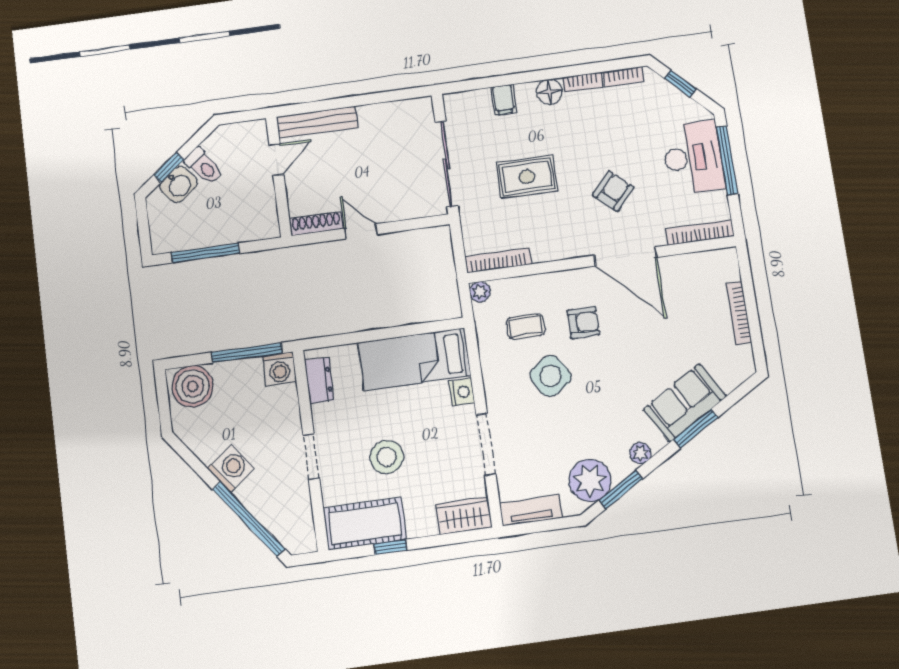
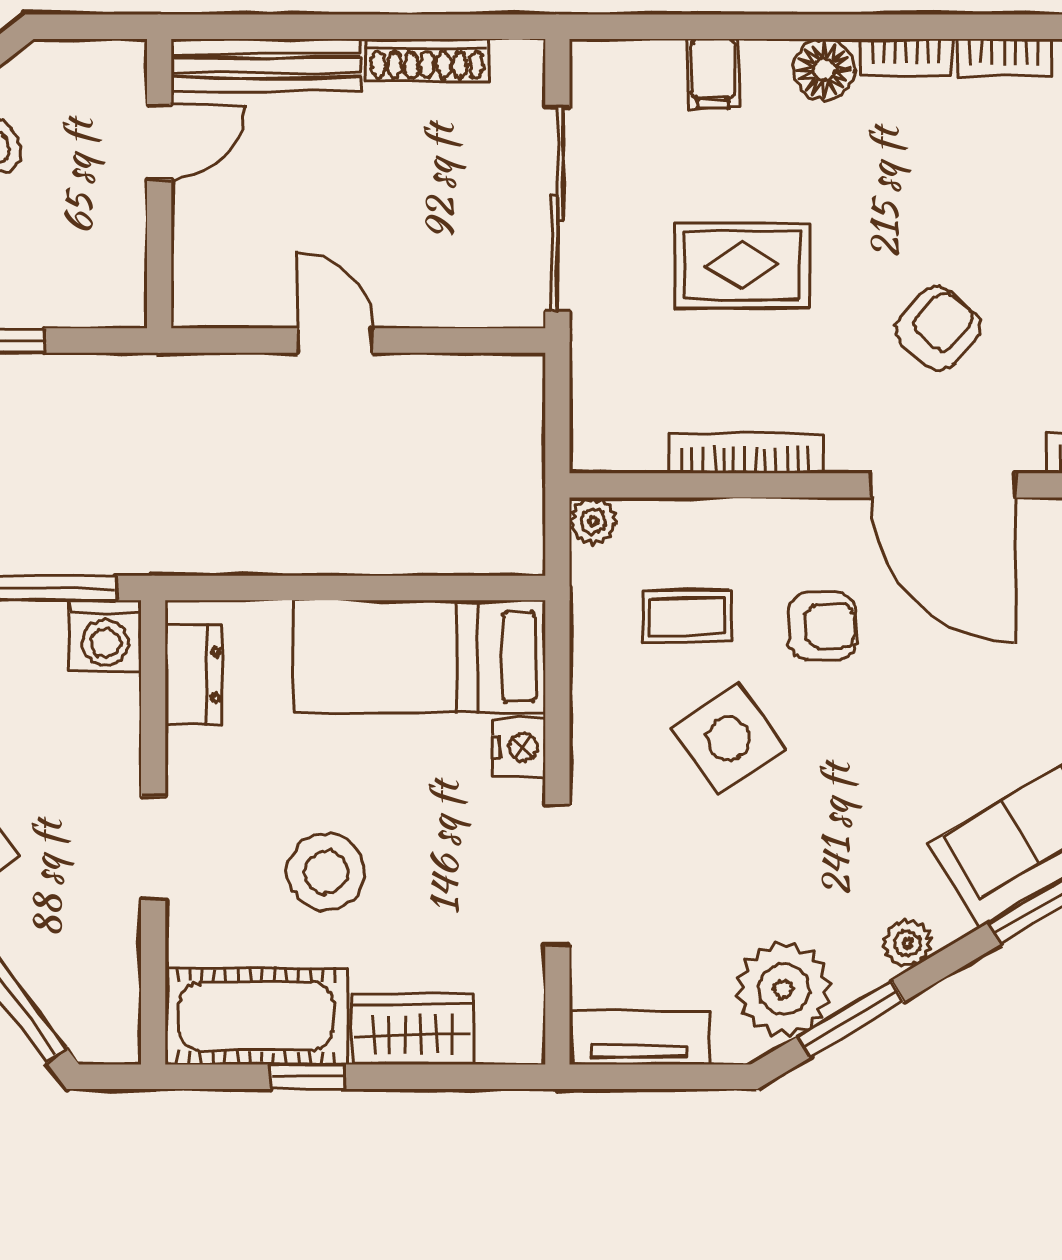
shoe rack: (316, 224) -> (427, 60), moved, turned 180
bookcase: (498, 260) -> (745, 454), moved
wardrobe: (464, 516) -> (413, 1029), moved

